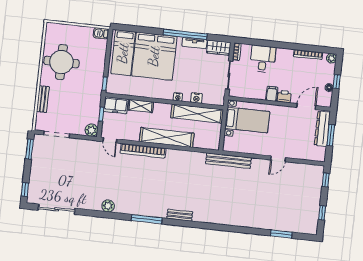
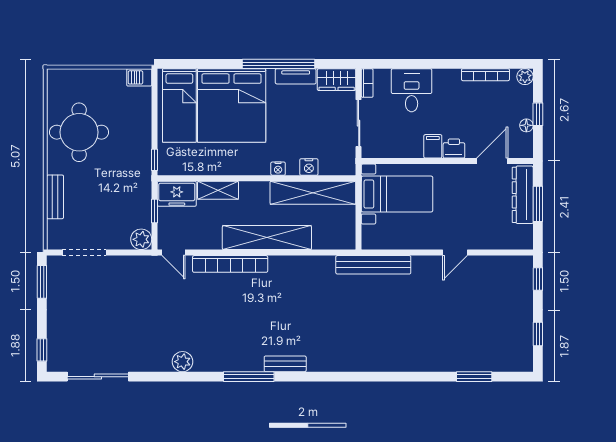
bench: (180, 215) -> (285, 364), moved

